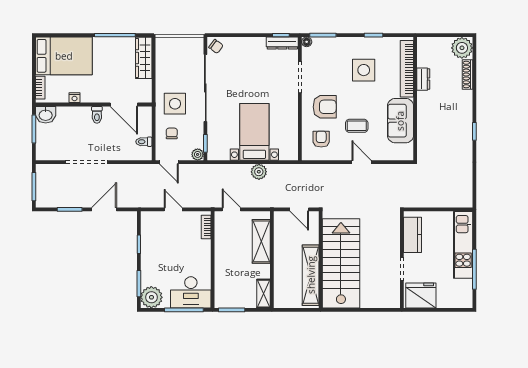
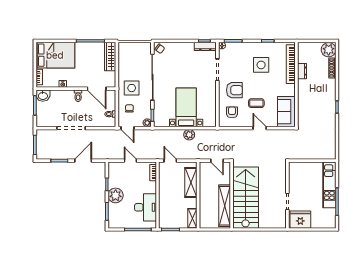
sofa: (400, 121) -> (286, 112), moved
kitchen counter: (413, 235) -> (295, 178), removed
desk: (191, 292) -> (145, 207), moved, turned -90
plant: (151, 297) -> (116, 195), moved

